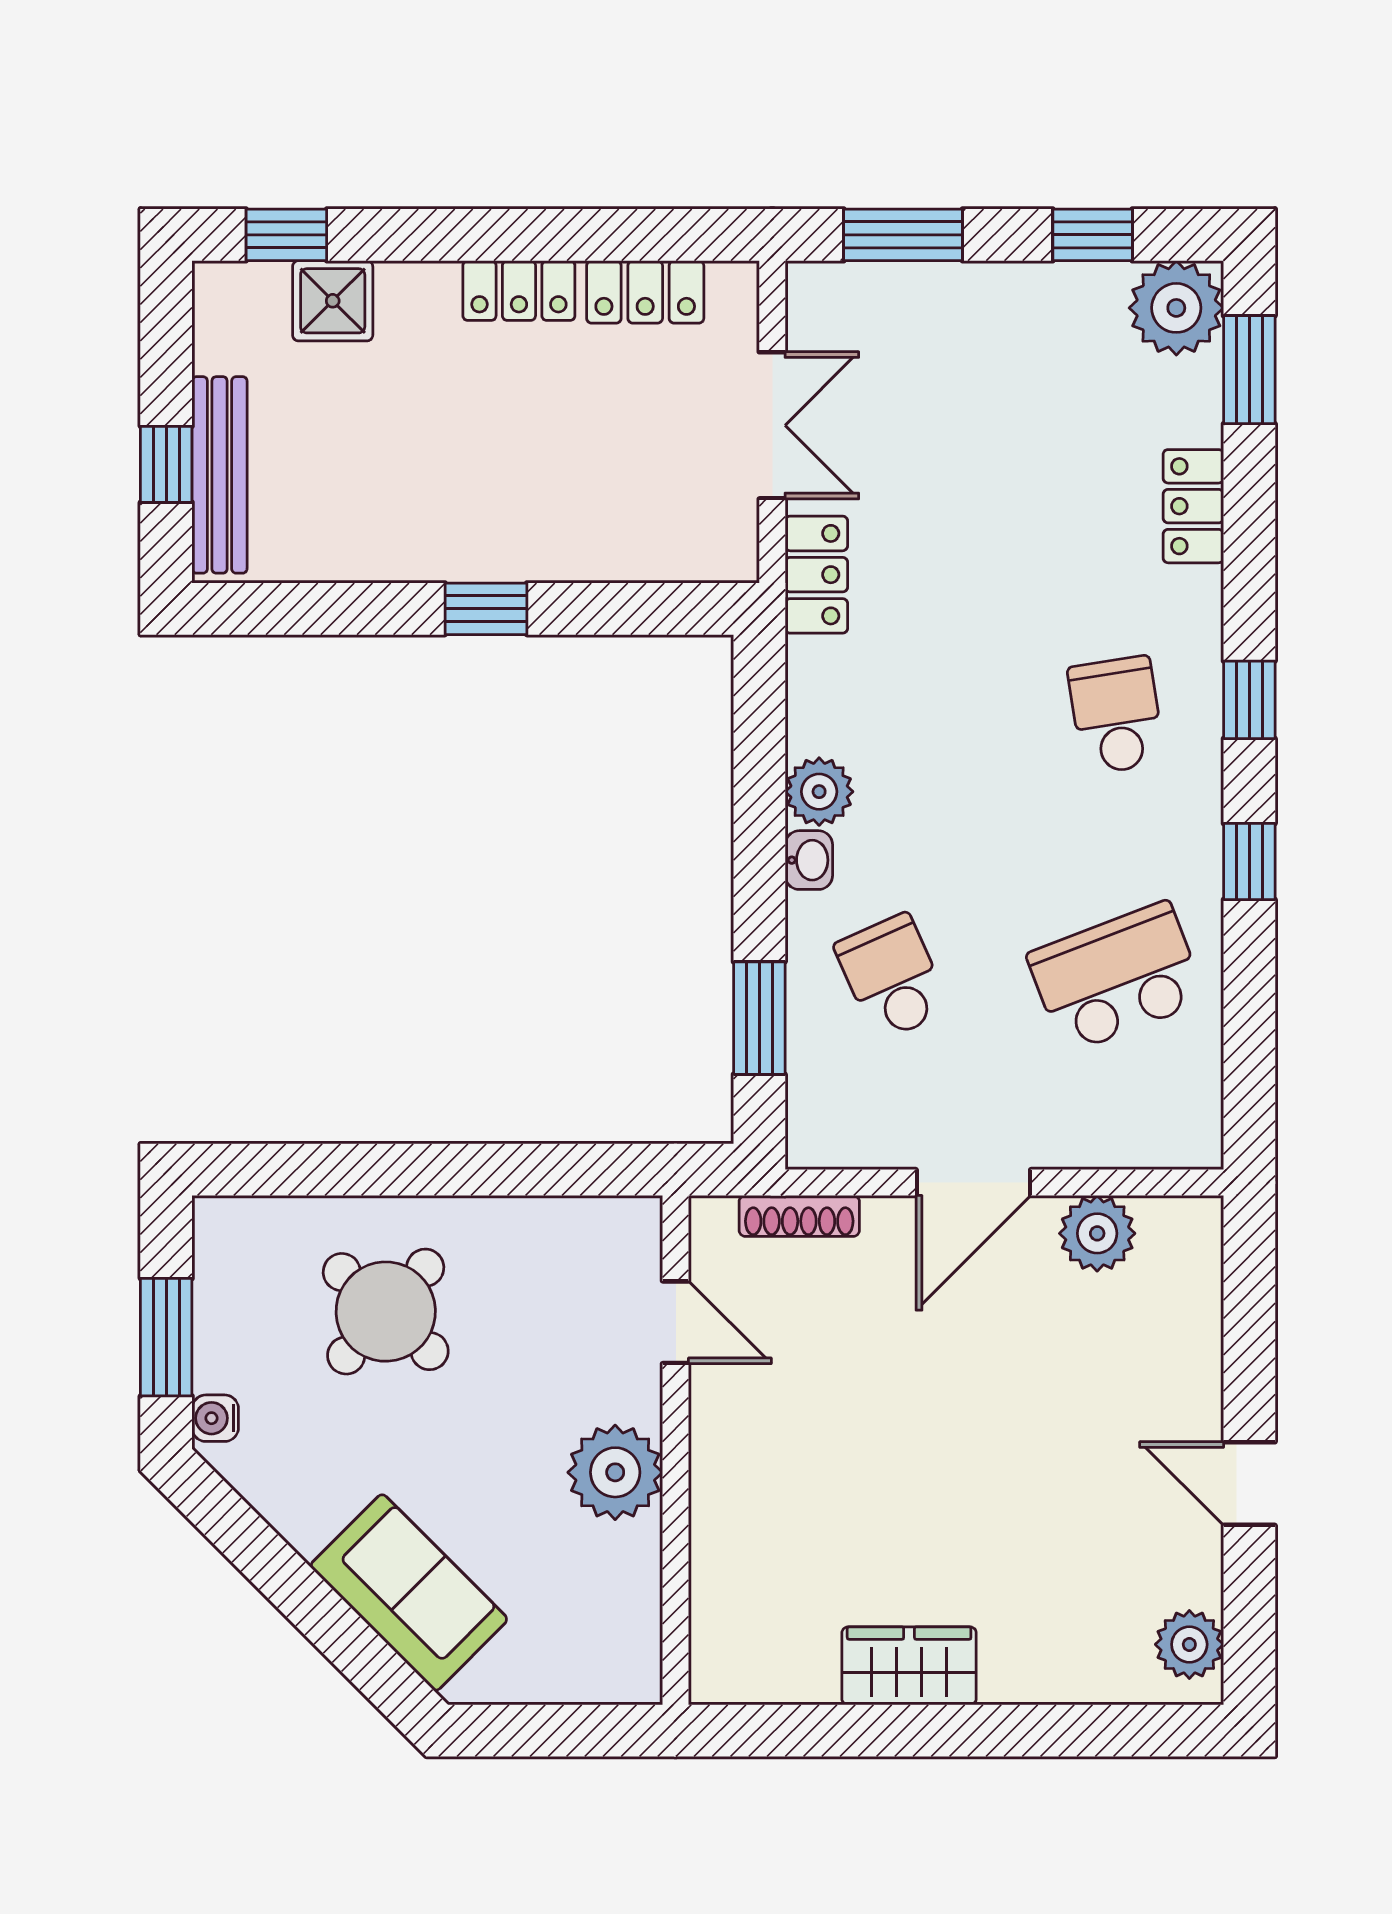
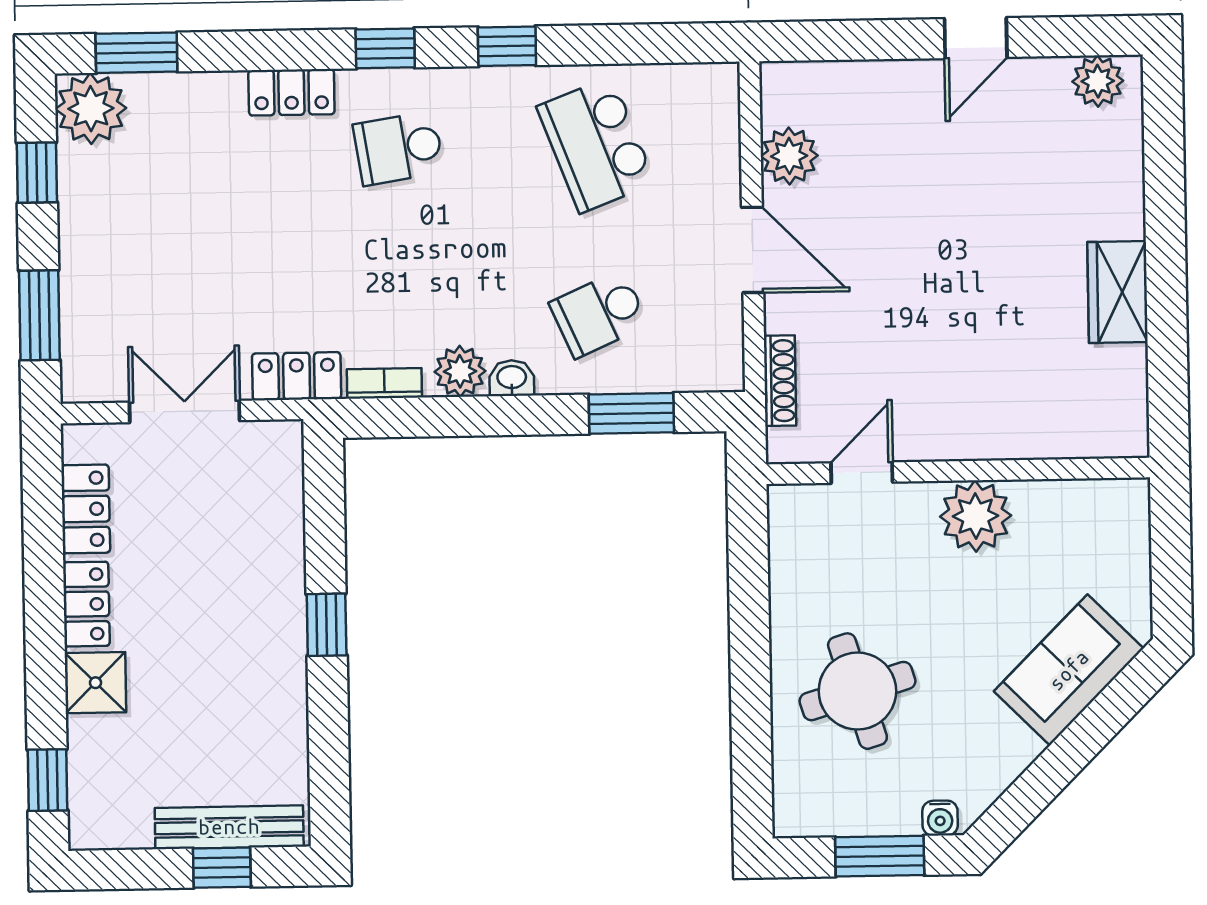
shower: (333, 301) -> (95, 683), moved
locker: (1193, 506) -> (291, 92), moved
bookcase: (805, 691) -> (384, 383), added
round table: (386, 1312) -> (857, 691), turned 31

